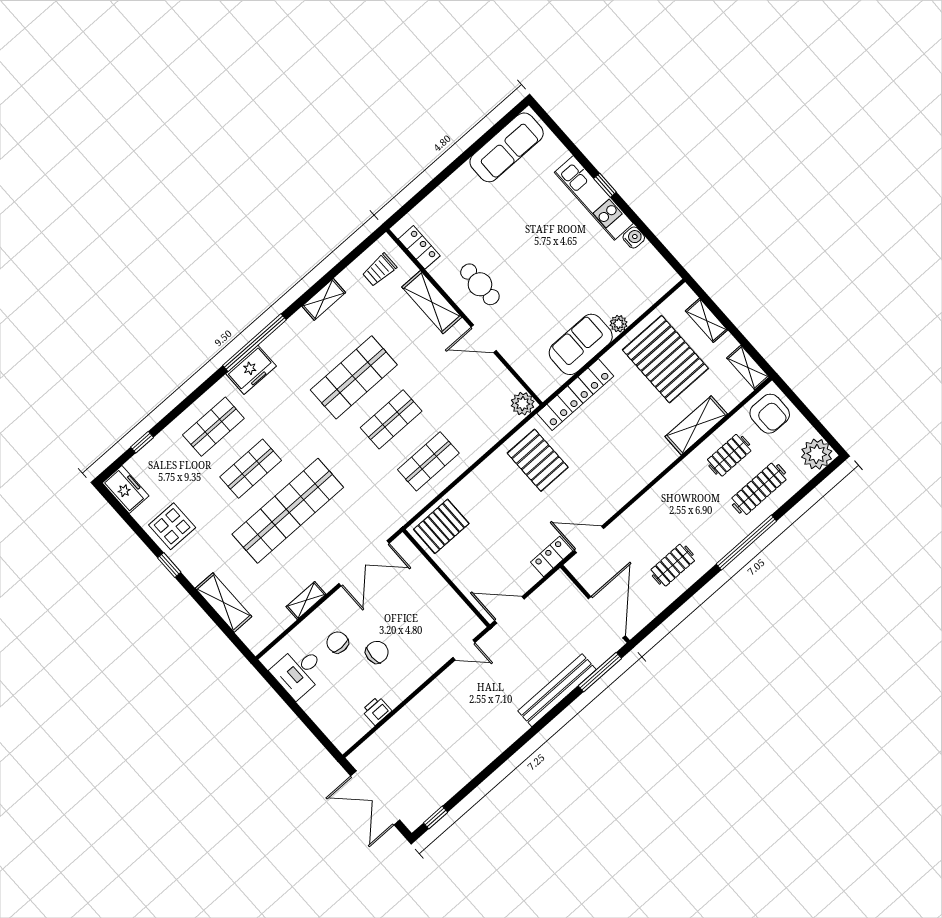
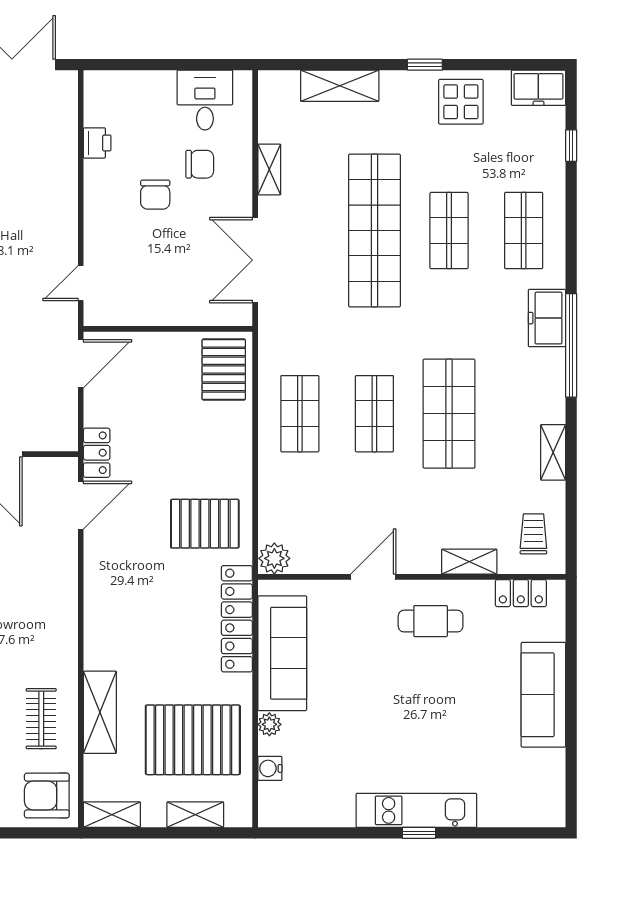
sofa: (507, 147) -> (543, 695), moved
water cooler: (634, 238) -> (270, 768), moved, turned 90
shelving: (432, 302) -> (469, 562), width x0.67, depth x0.75
sofa: (581, 344) -> (282, 653), width x1.36

